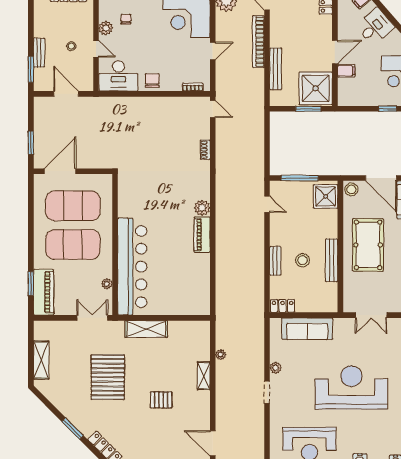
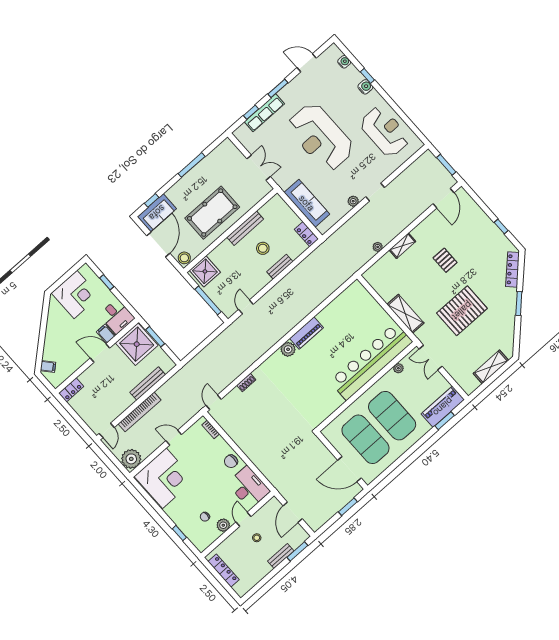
desk: (375, 27) -> (117, 316), moved, turned -139

